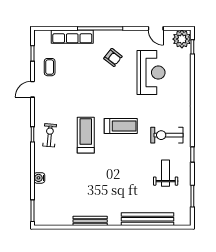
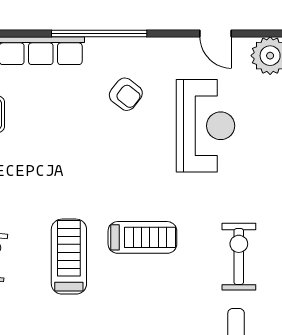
exercise bike: (167, 135) -> (239, 257), turned 90

